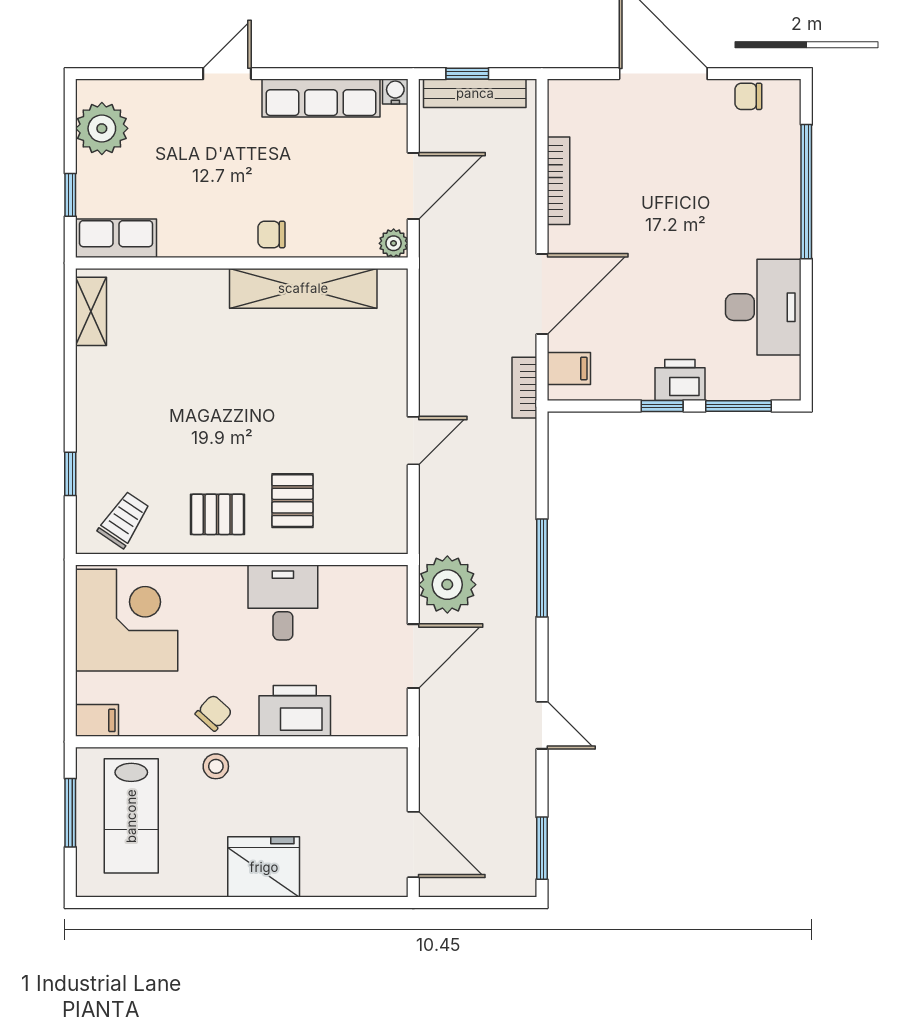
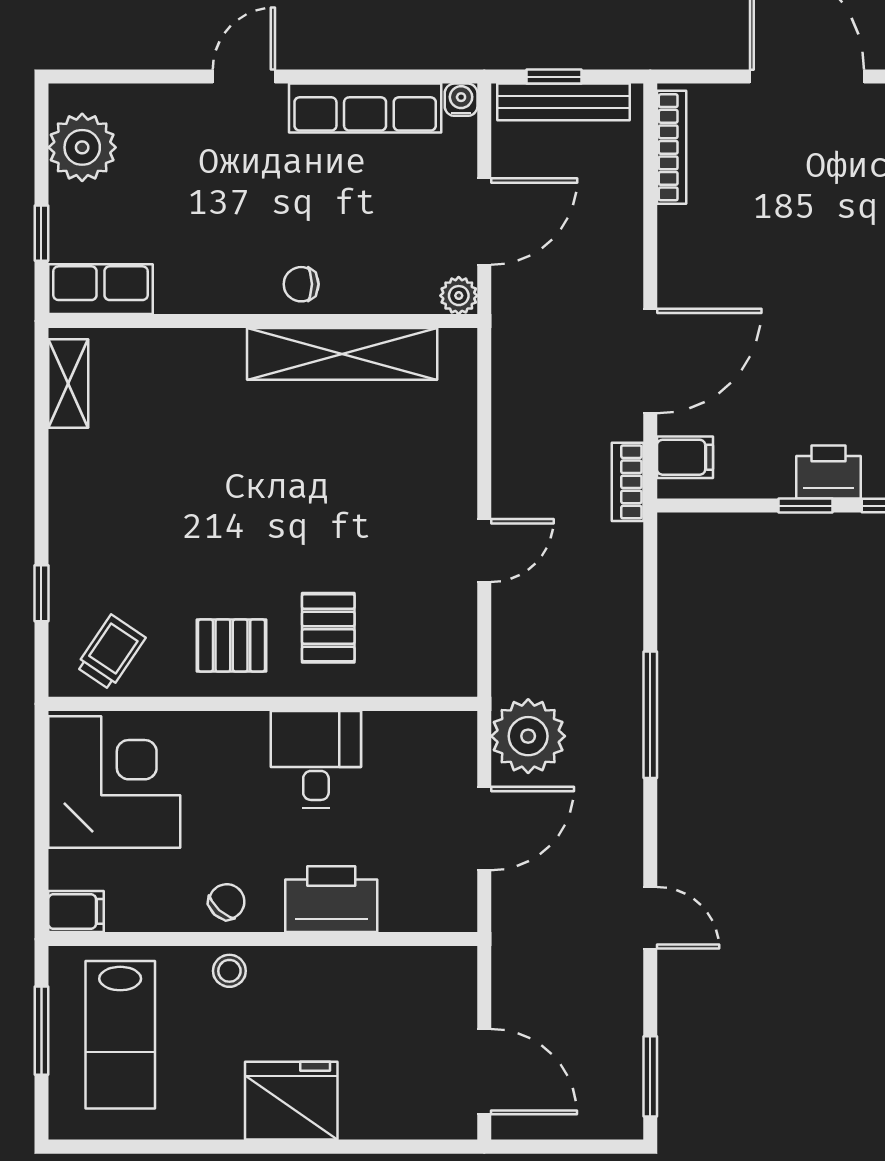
bookcase: (558, 181) -> (672, 147), moved

